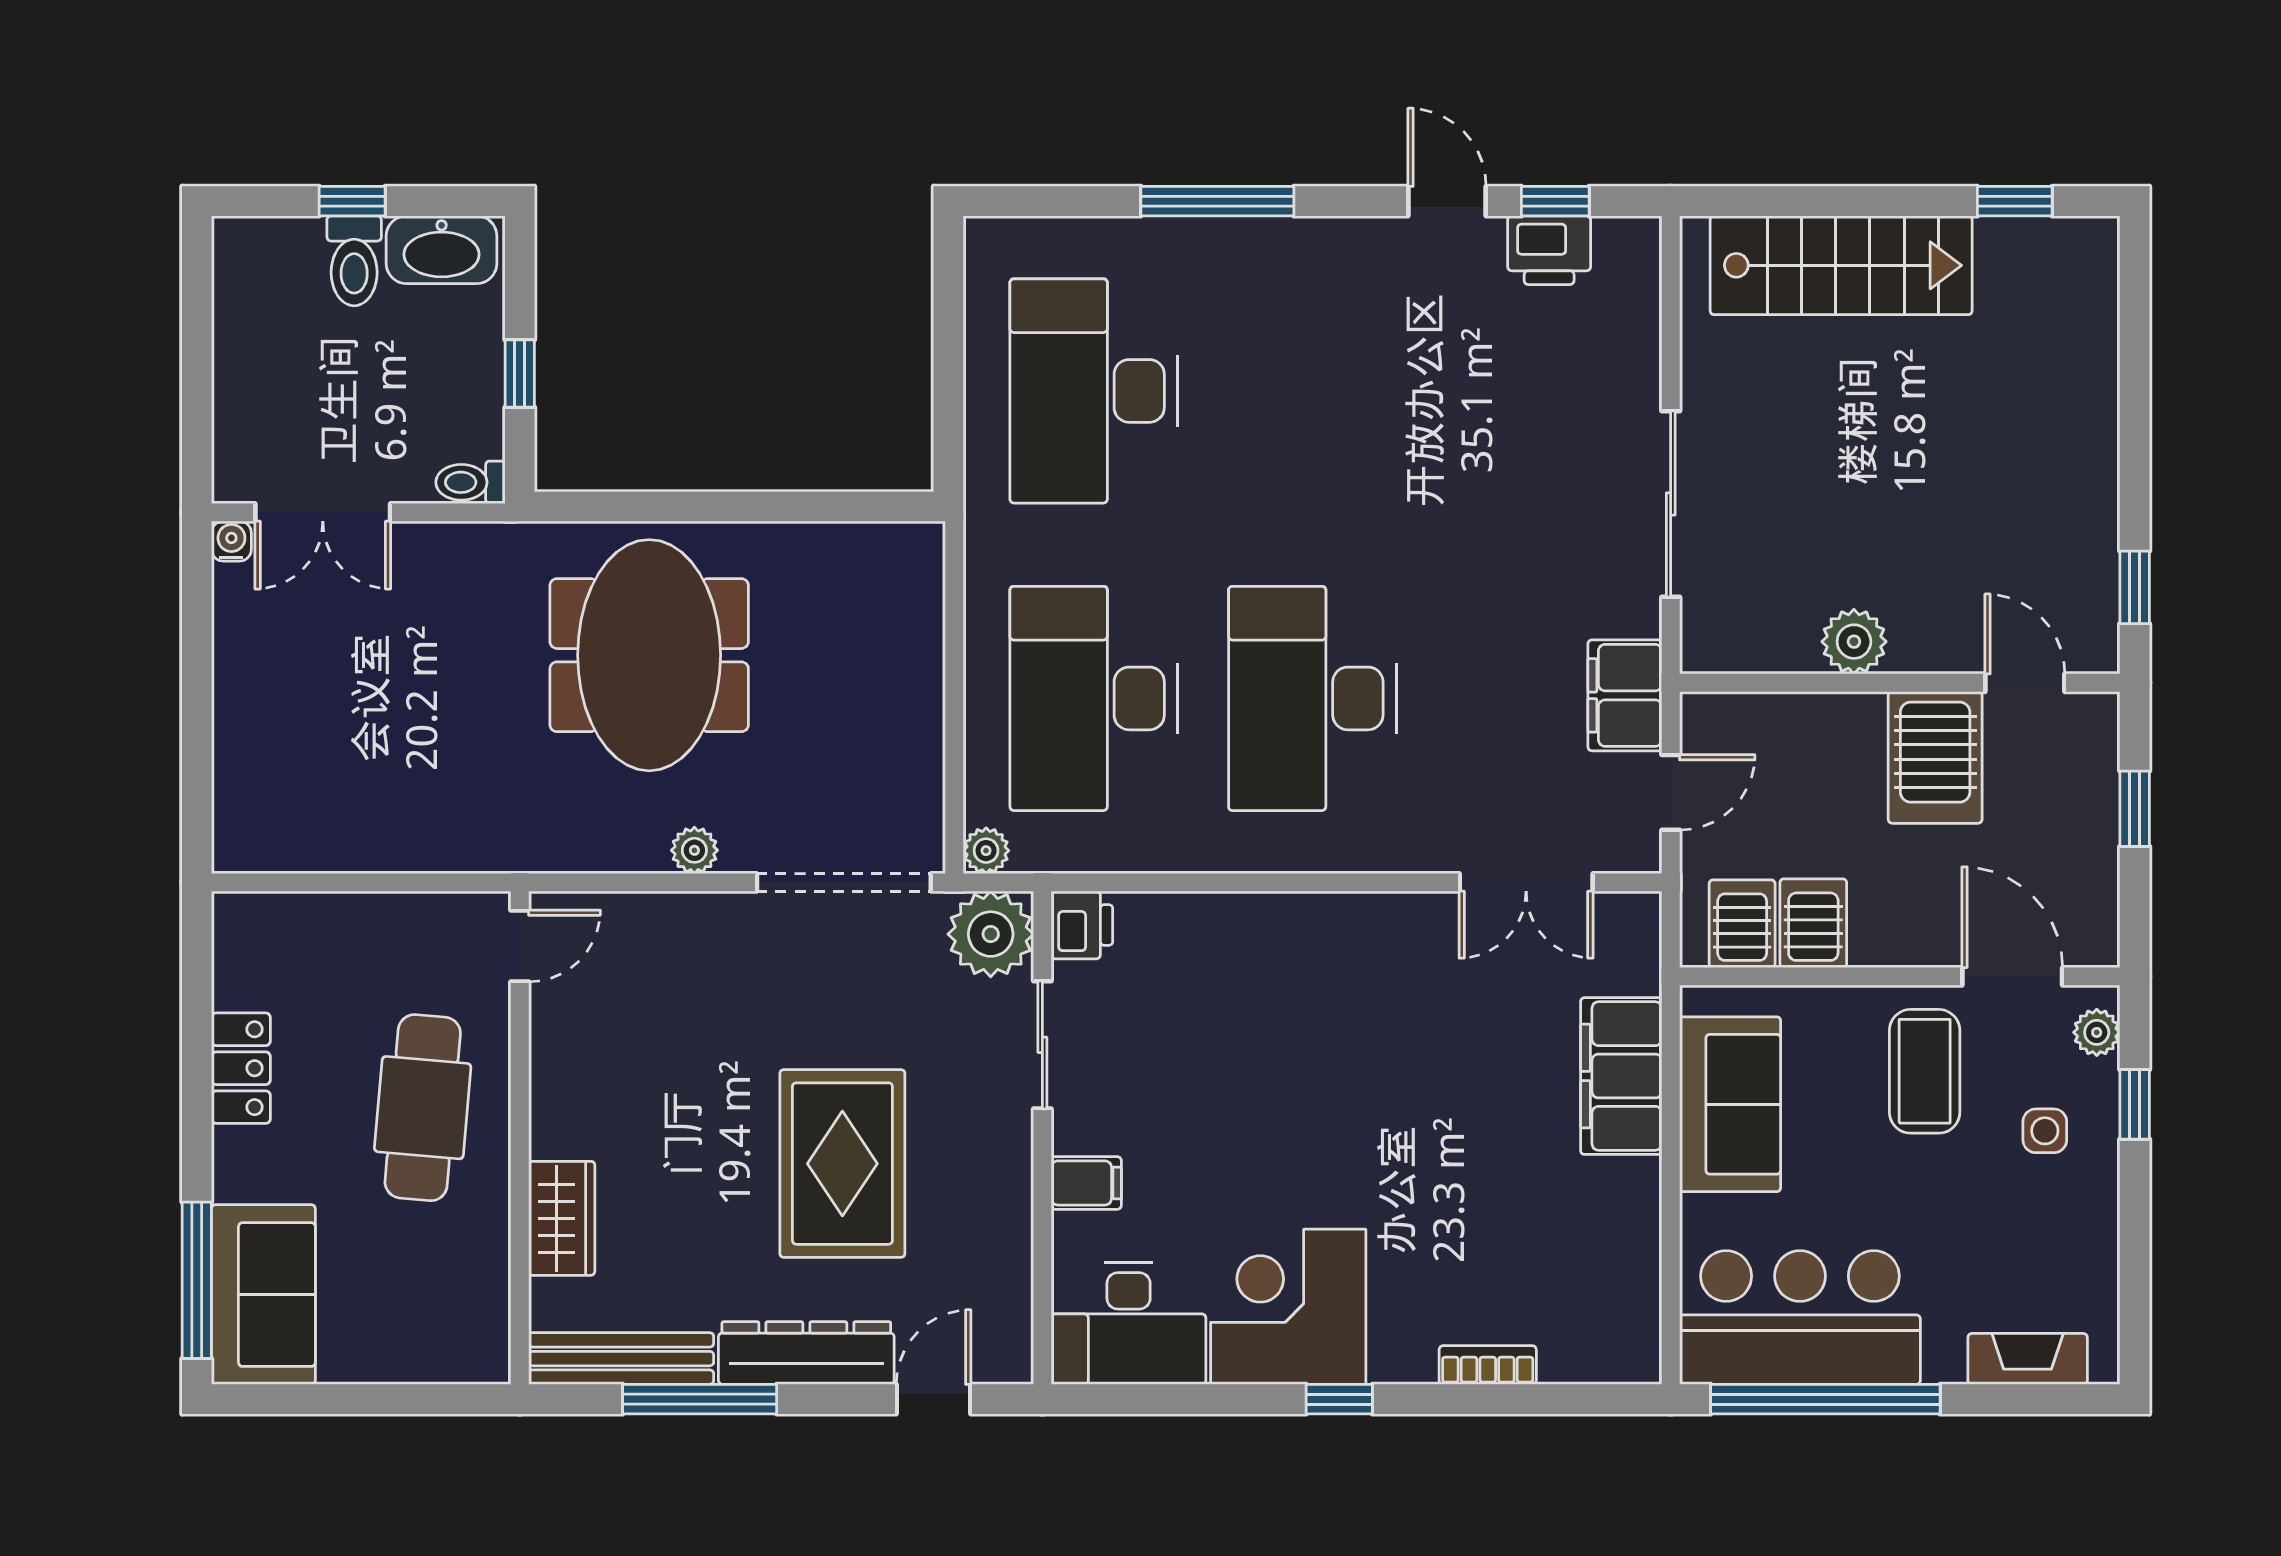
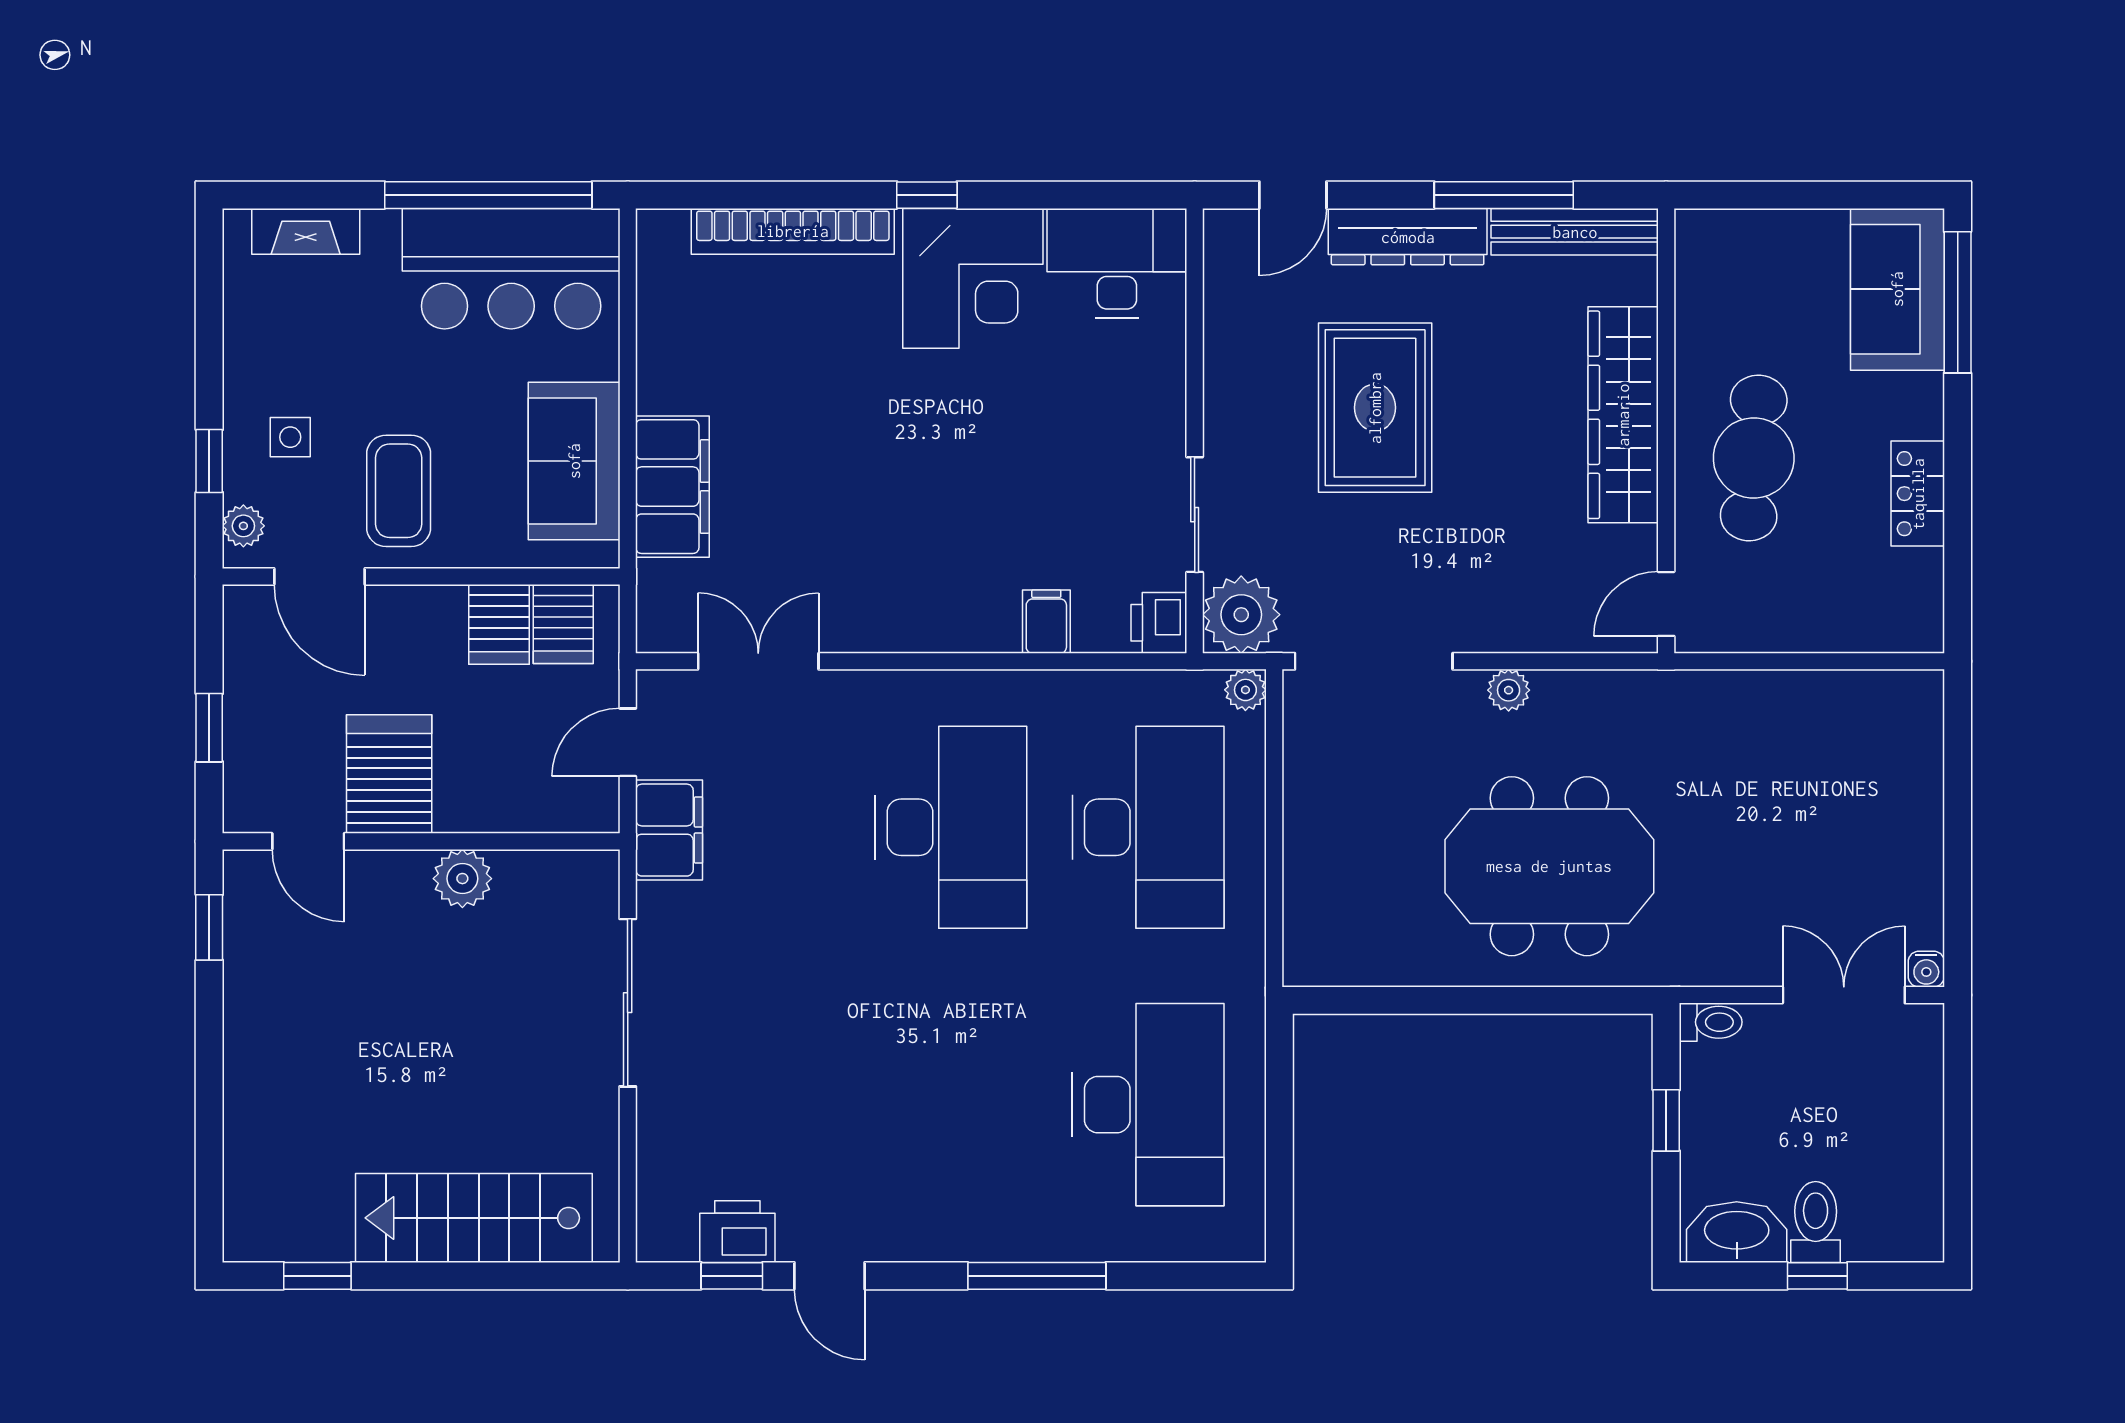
meeting table: (649, 655) -> (1549, 866), turned 90
filing cabinet: (1086, 1183) -> (1046, 622), moved, turned 90
wardrobe: (562, 1218) -> (1623, 415), width x2.10, depth x1.17
bookcase: (1488, 1365) -> (793, 231), width x2.31, depth x1.31

